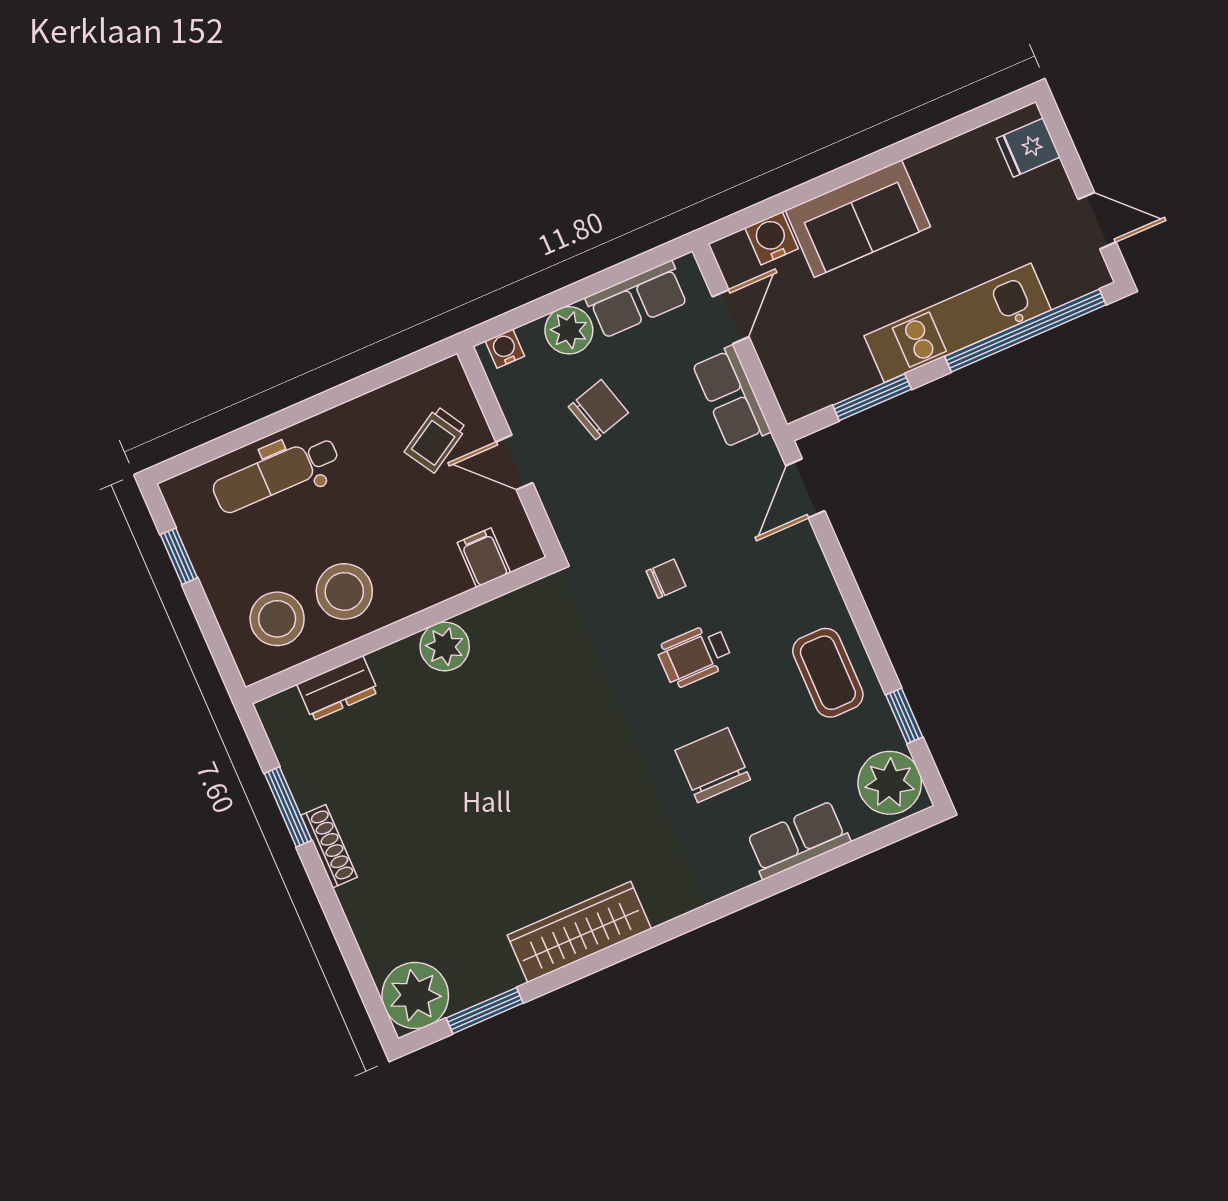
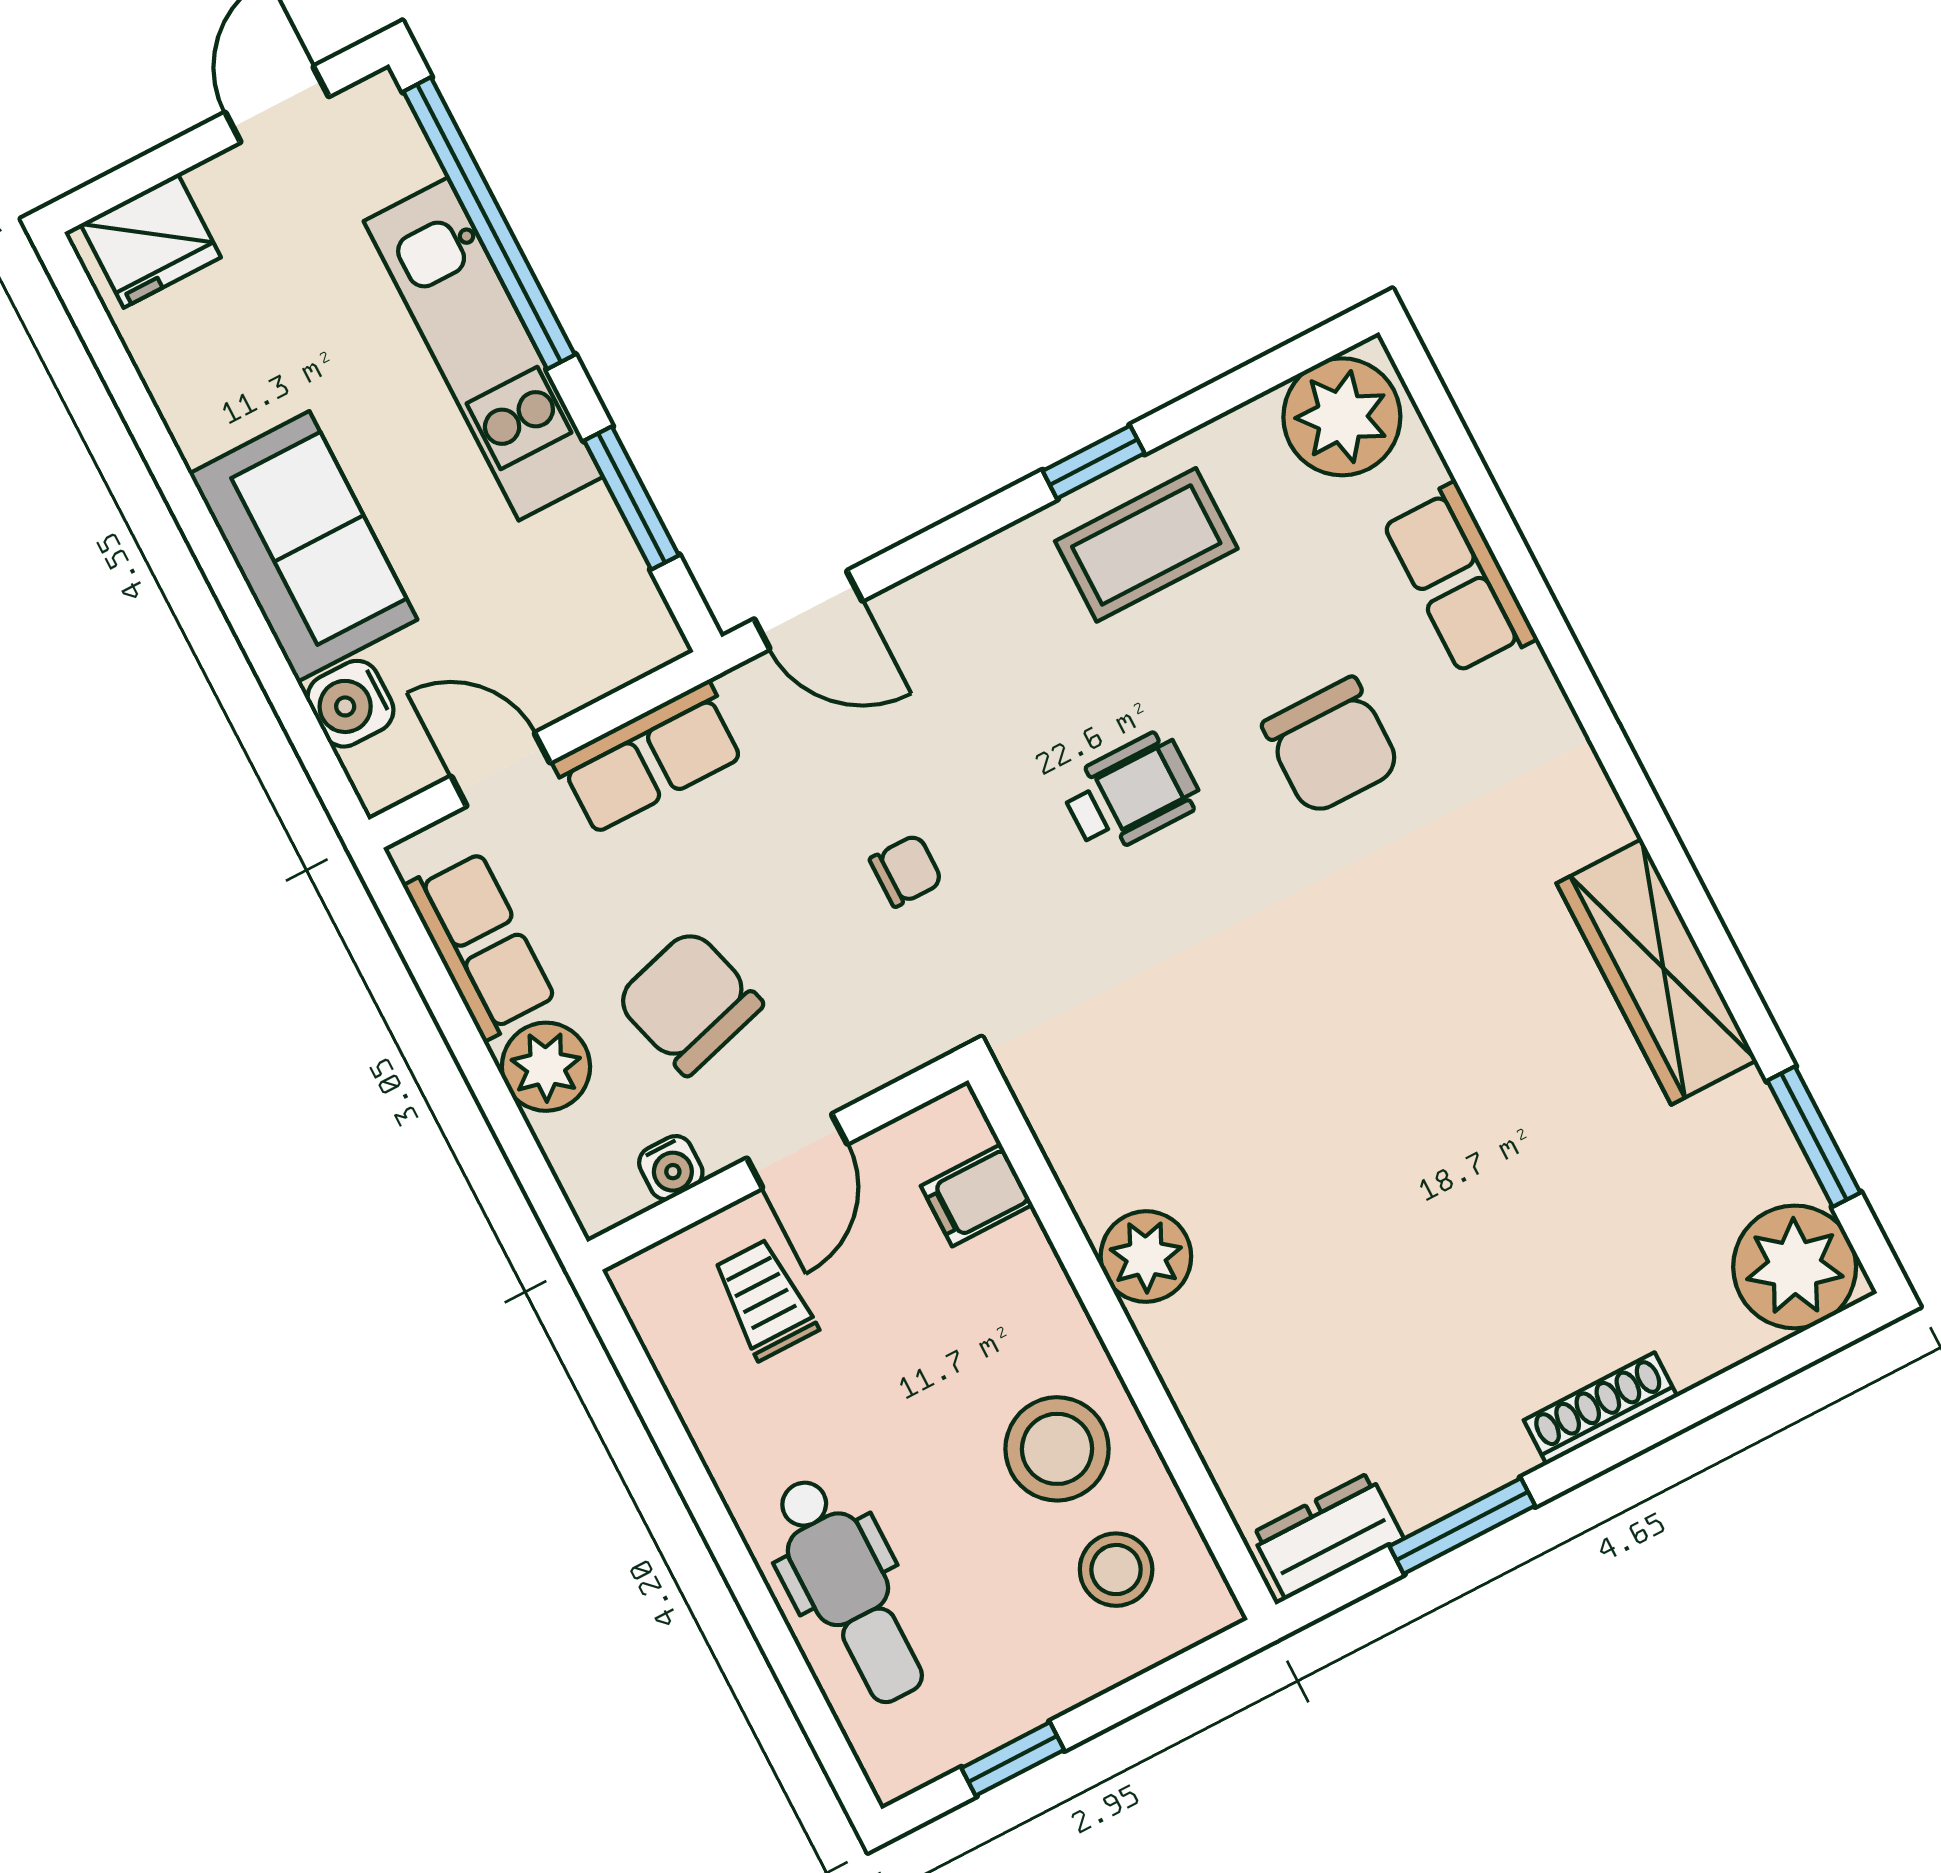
fridge: (1028, 148) -> (151, 241), width x1.38
water cooler: (505, 349) -> (671, 1168), moved, turned -90
chair: (598, 410) -> (689, 1002), width x1.37, depth x1.37
trolley: (436, 440) -> (765, 1299), turned -149
chair: (666, 579) -> (906, 871), moved, turned 90
stool: (277, 619) -> (1116, 1570), width x0.73, depth x0.73
wheelchair: (695, 655) -> (1131, 793), turned -90
dresser: (338, 688) -> (1328, 1536), moved, turned -90
window: (904, 716) -> (1094, 462), moved
chair: (713, 765) -> (1331, 746), turned -90
shoe rack: (329, 846) -> (1601, 1408), moved

